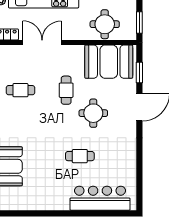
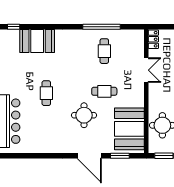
double door: (42, 43) -> (146, 70), width x0.73
cafe table: (80, 156) -> (46, 93), moved

